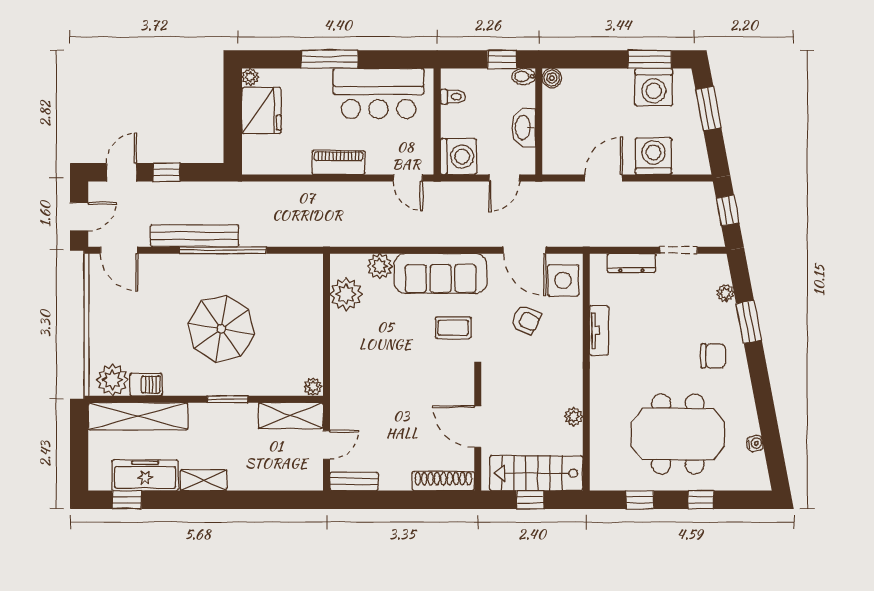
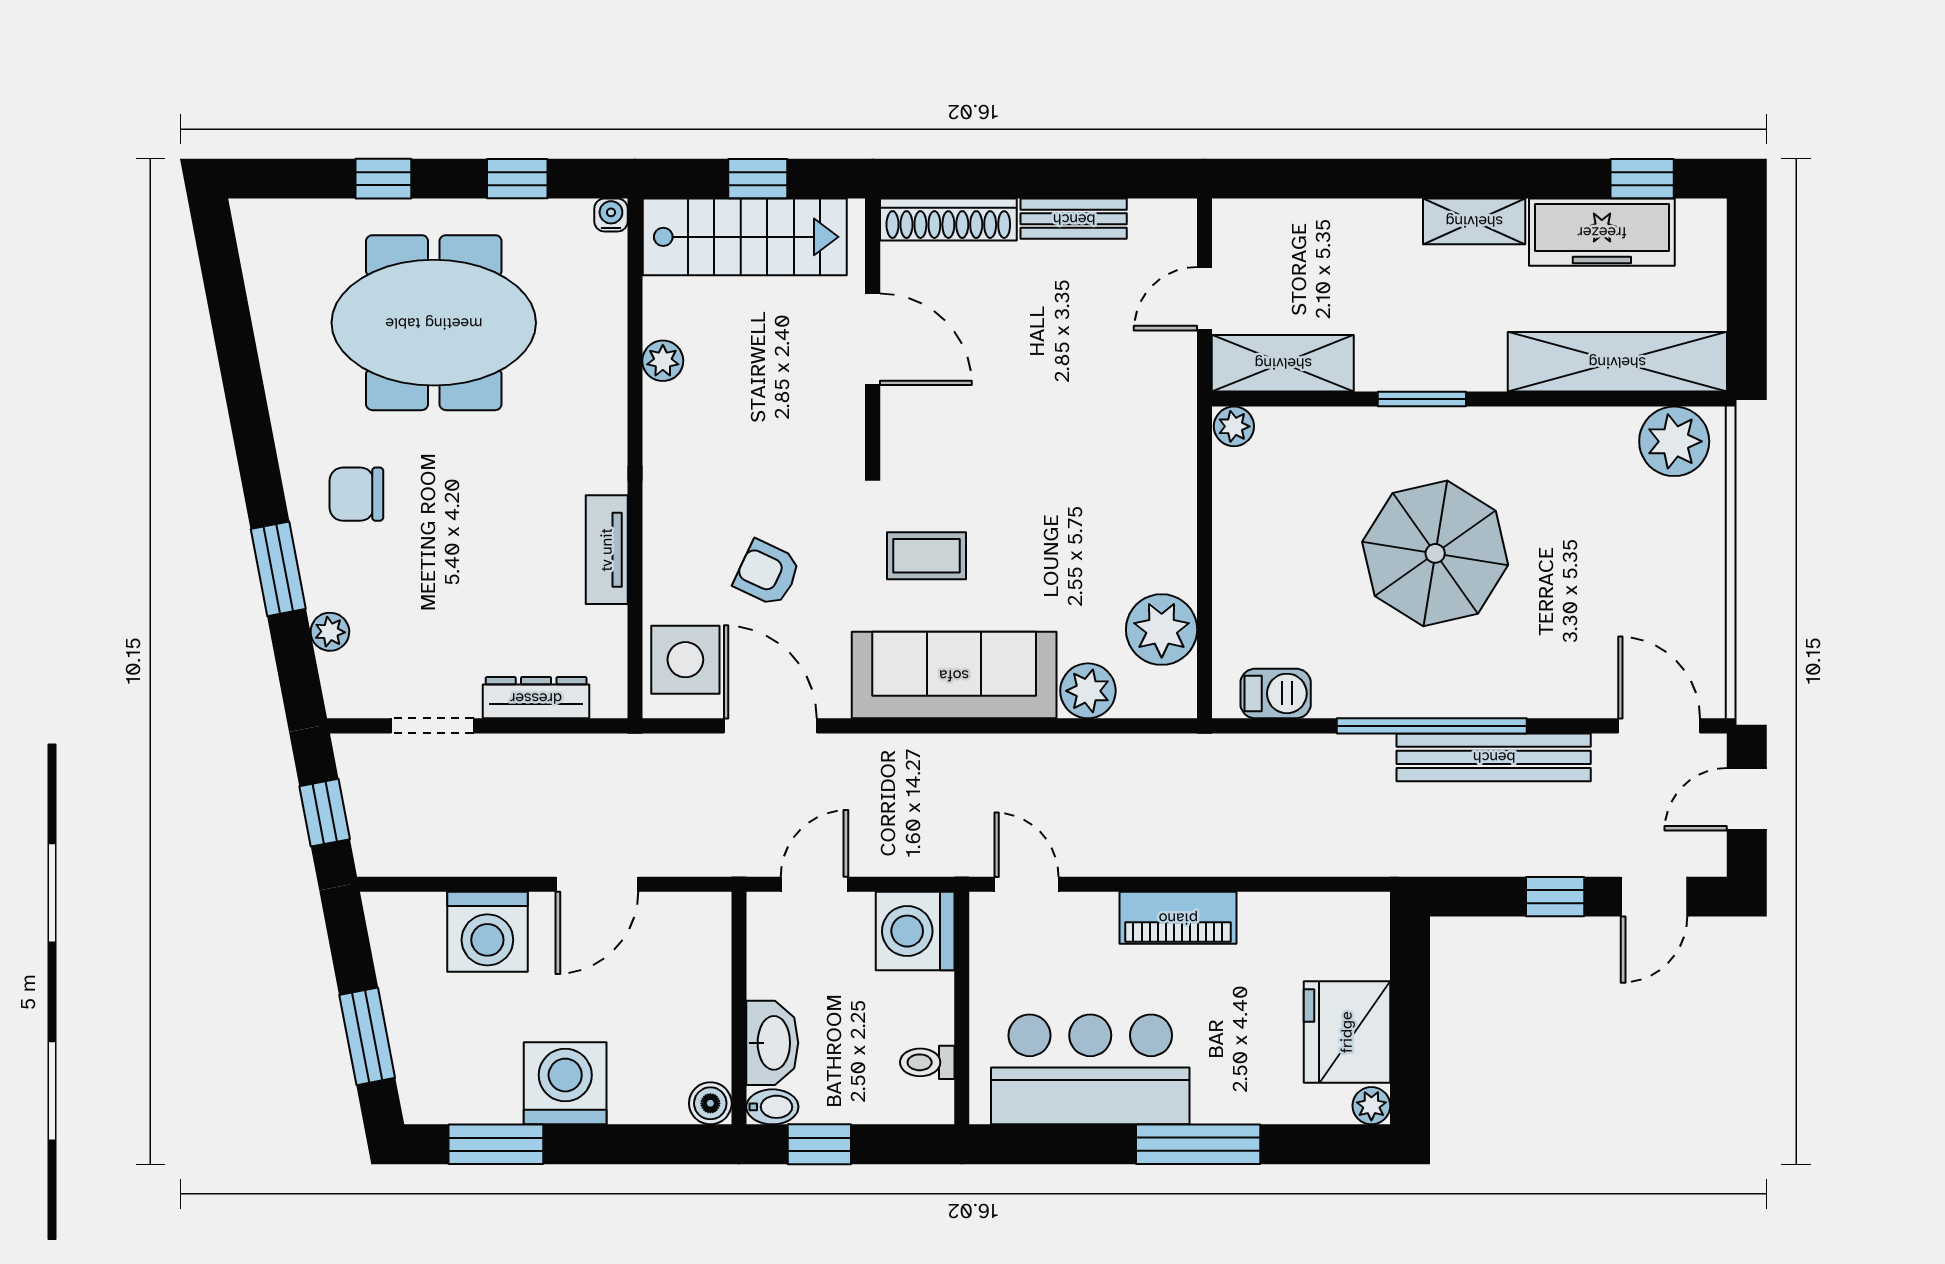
washing machine: (654, 87) -> (565, 1083), moved
washbasin: (524, 128) -> (772, 1043), moved
barbecue: (146, 384) -> (1276, 693), moved, turned 180
water cooler: (755, 443) -> (611, 215), moved, turned 101
bench: (354, 481) -> (1074, 219), moved

